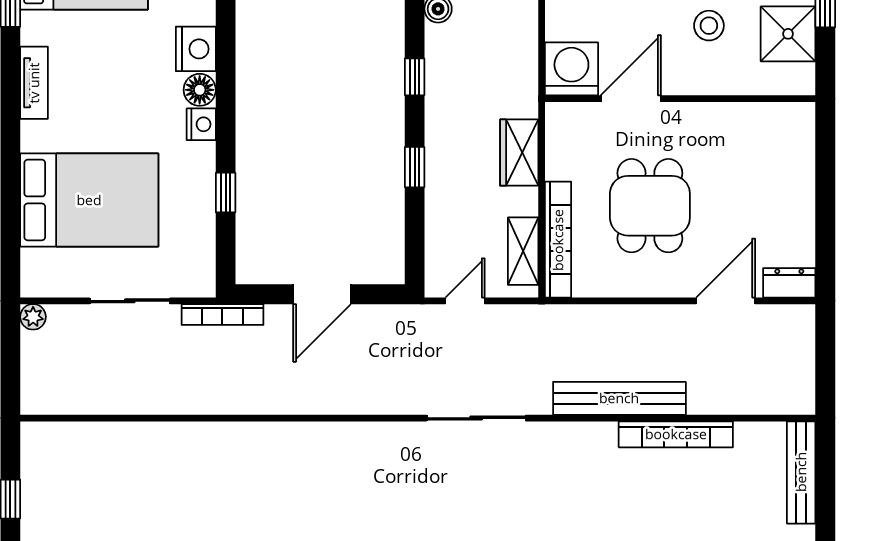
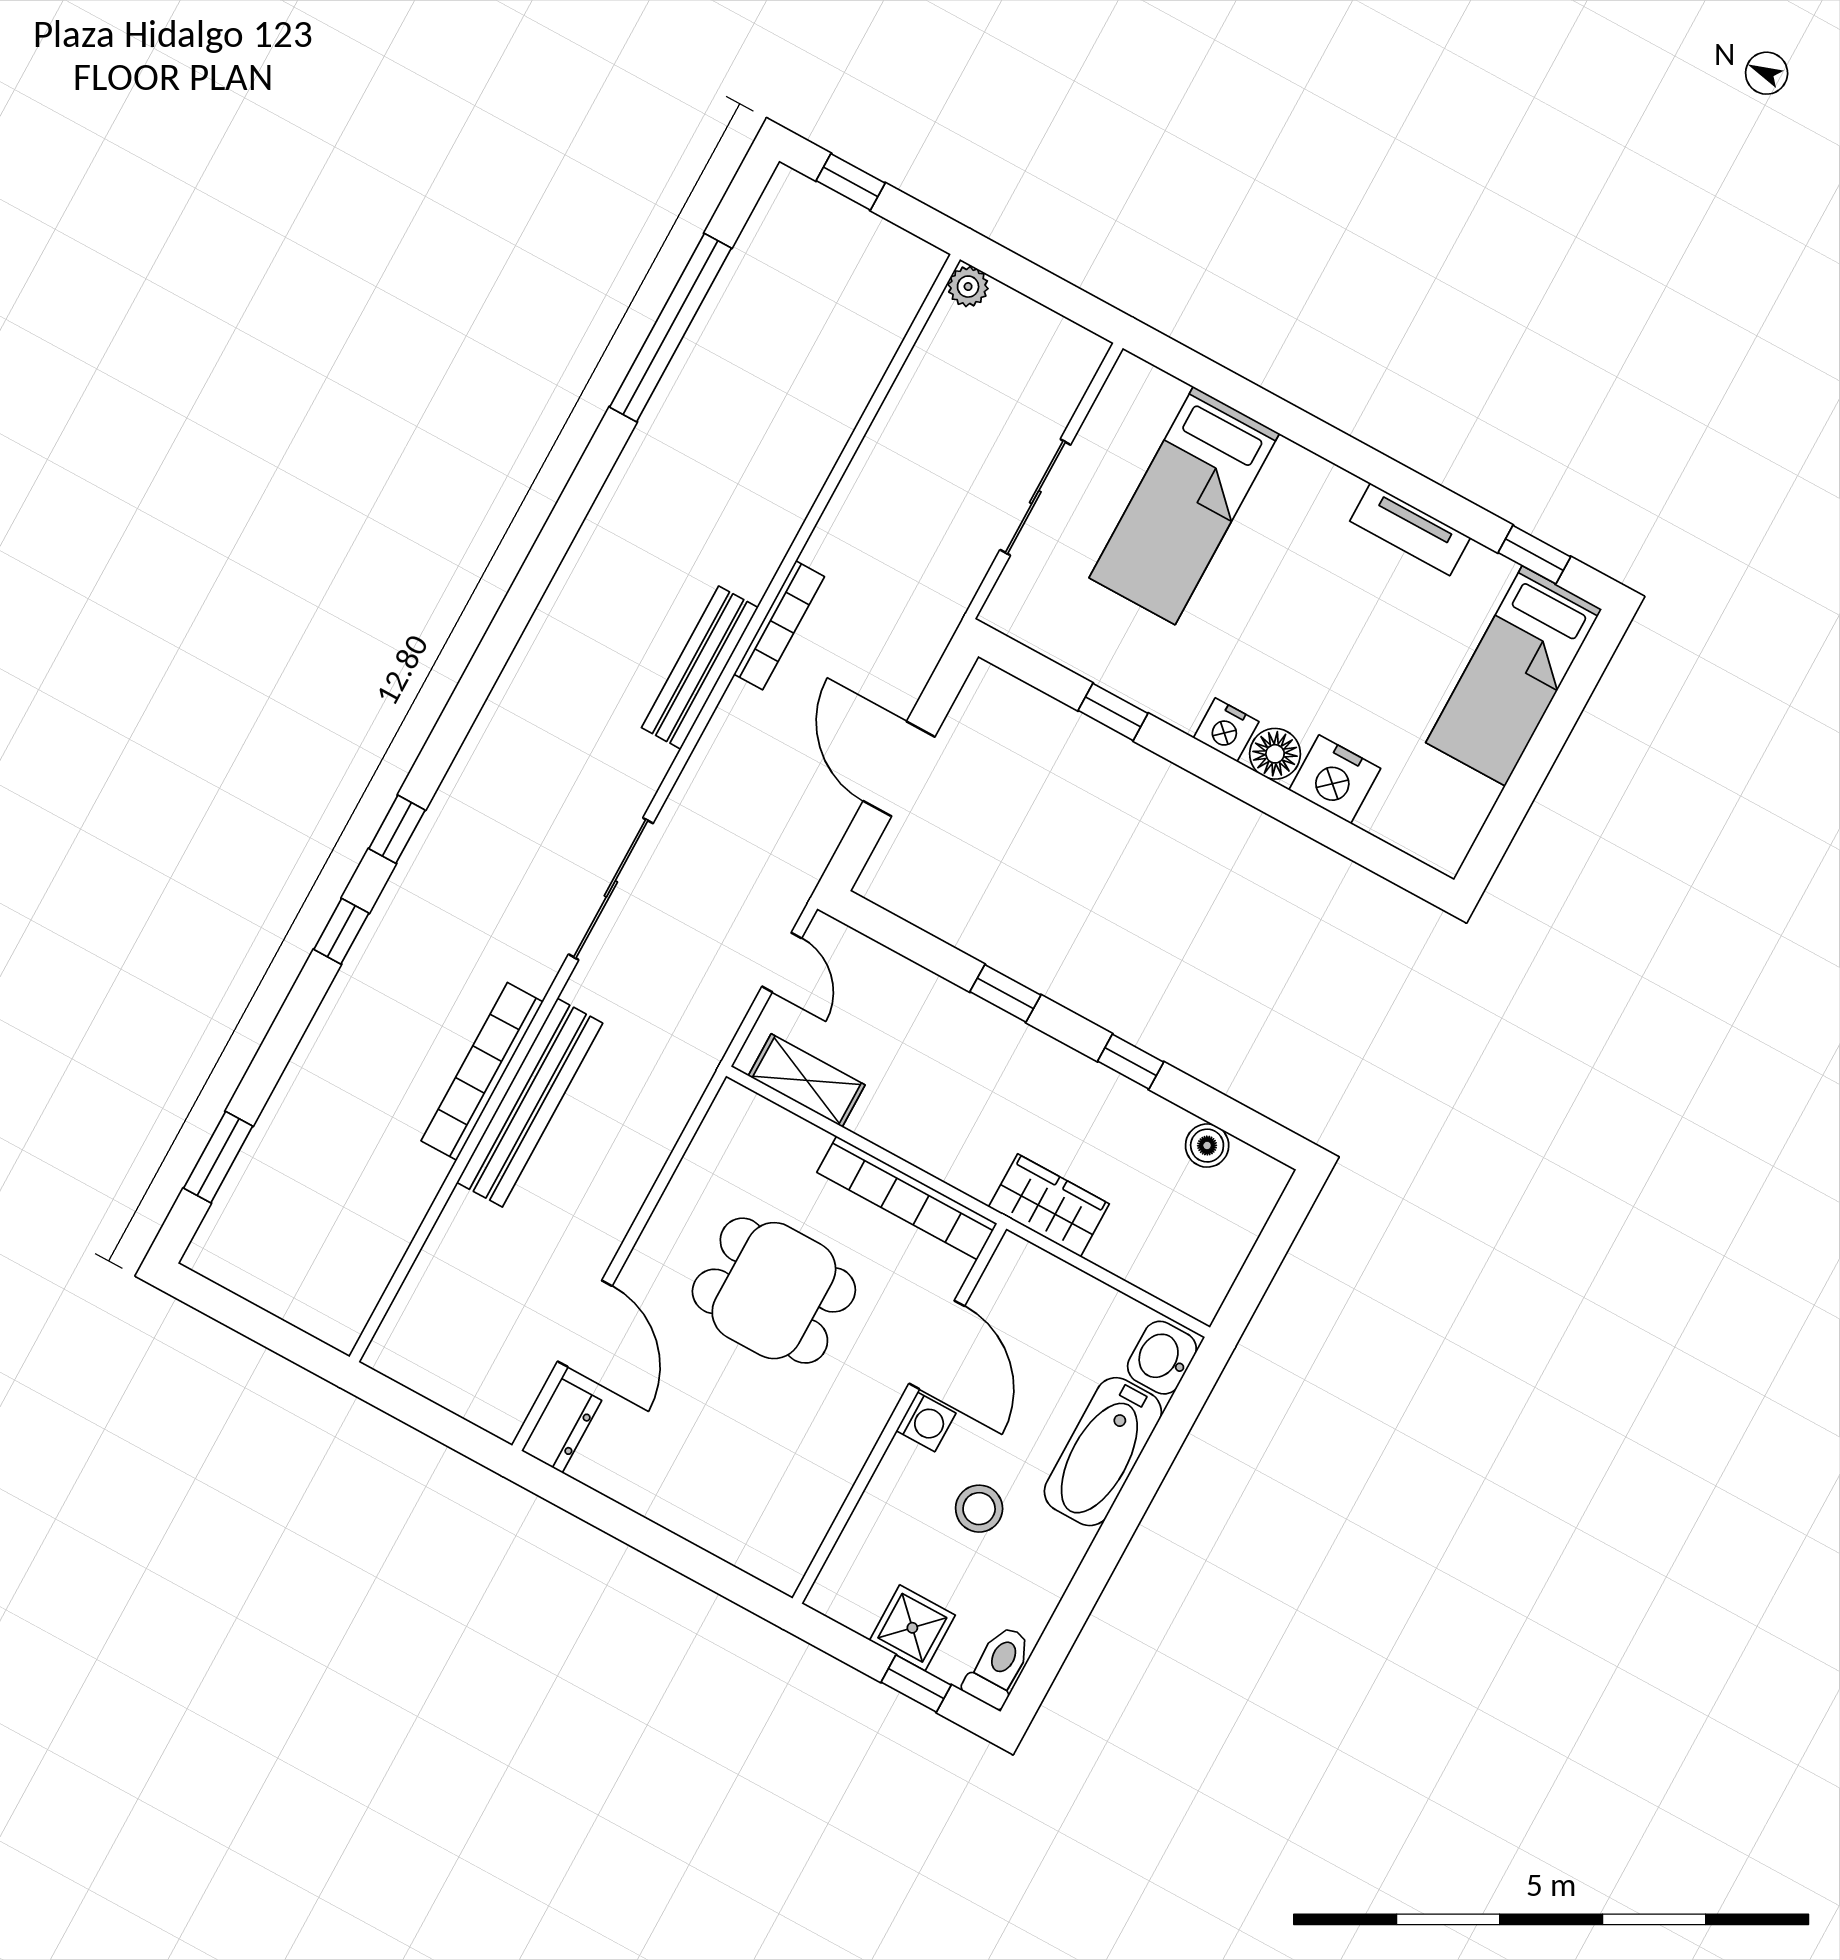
shower: (788, 34) -> (912, 1628), width x0.73, depth x0.73
washing machine: (571, 69) -> (926, 1422), moved, width x0.53, depth x0.53
wardrobe: (519, 153) -> (1049, 1205), moved
bed: (89, 200) -> (1184, 506), width x0.67
bookcase: (558, 240) -> (907, 1198), moved
bookcase: (222, 314) -> (779, 625), moved, turned 180
plant: (33, 317) -> (968, 287), moved
bookcase: (676, 434) -> (482, 1071), moved
bench: (801, 472) -> (700, 668), moved, turned 90

